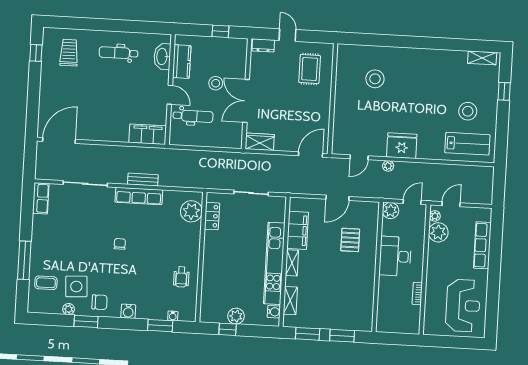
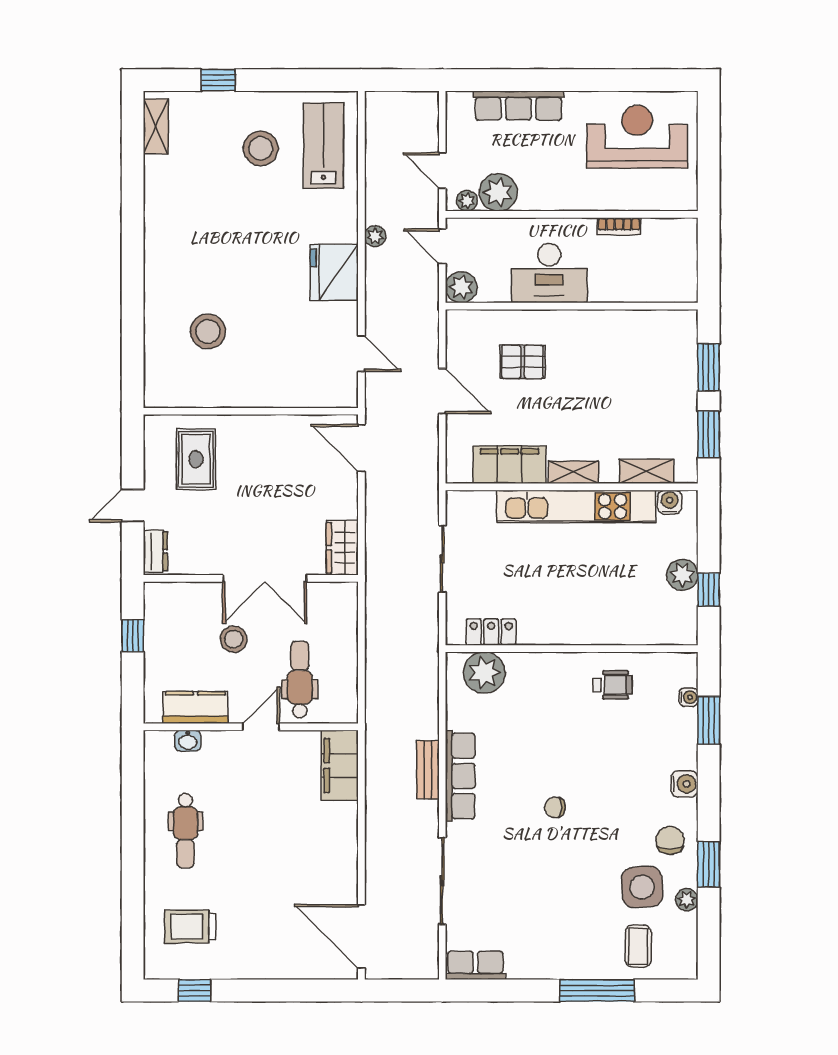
washbasin: (162, 57) -> (188, 741), width x0.52, depth x0.69
rug: (310, 69) -> (196, 459), turned 90
plant: (388, 166) -> (375, 236), moved

